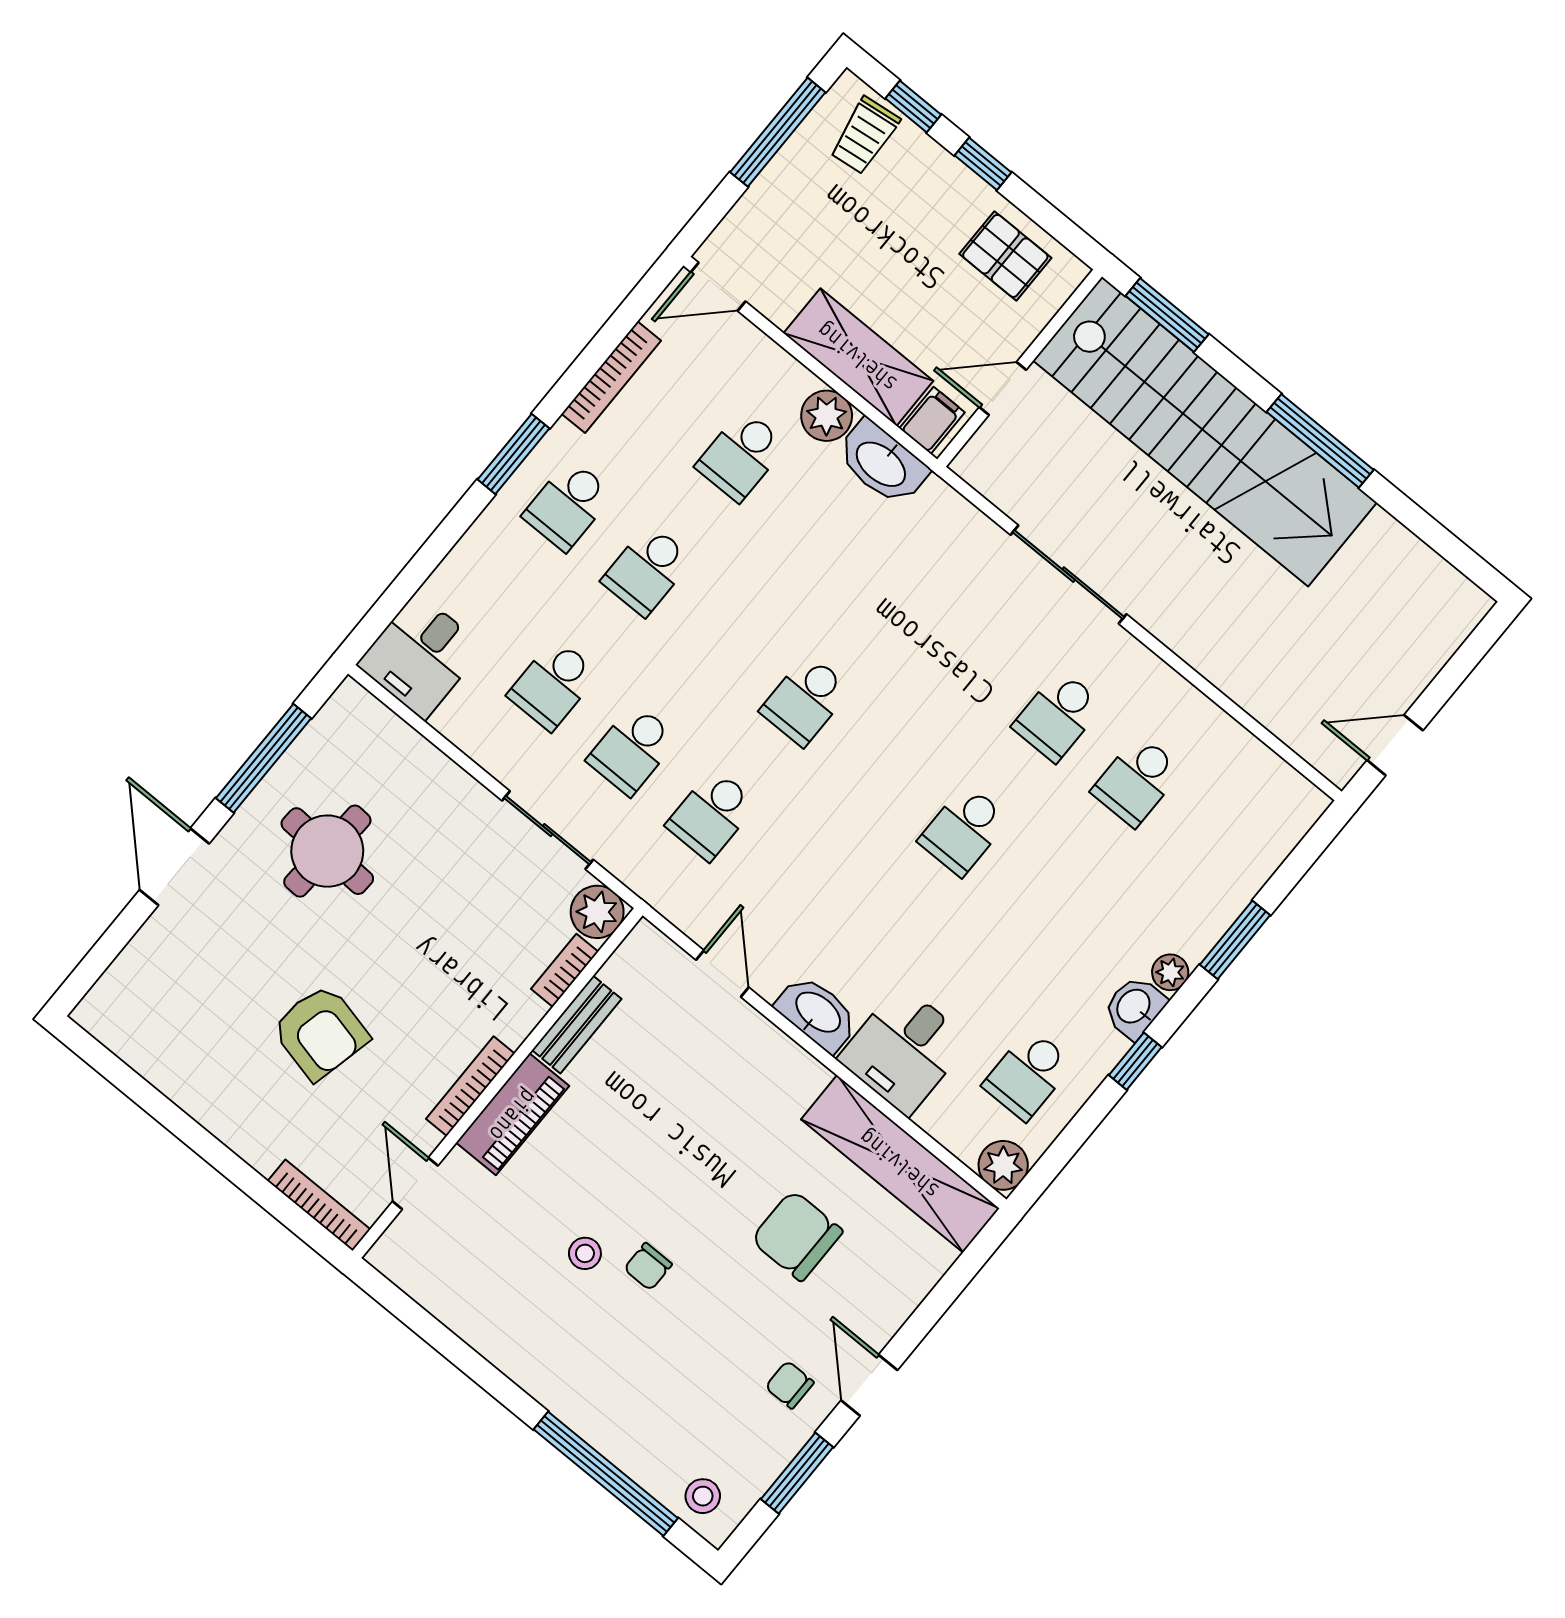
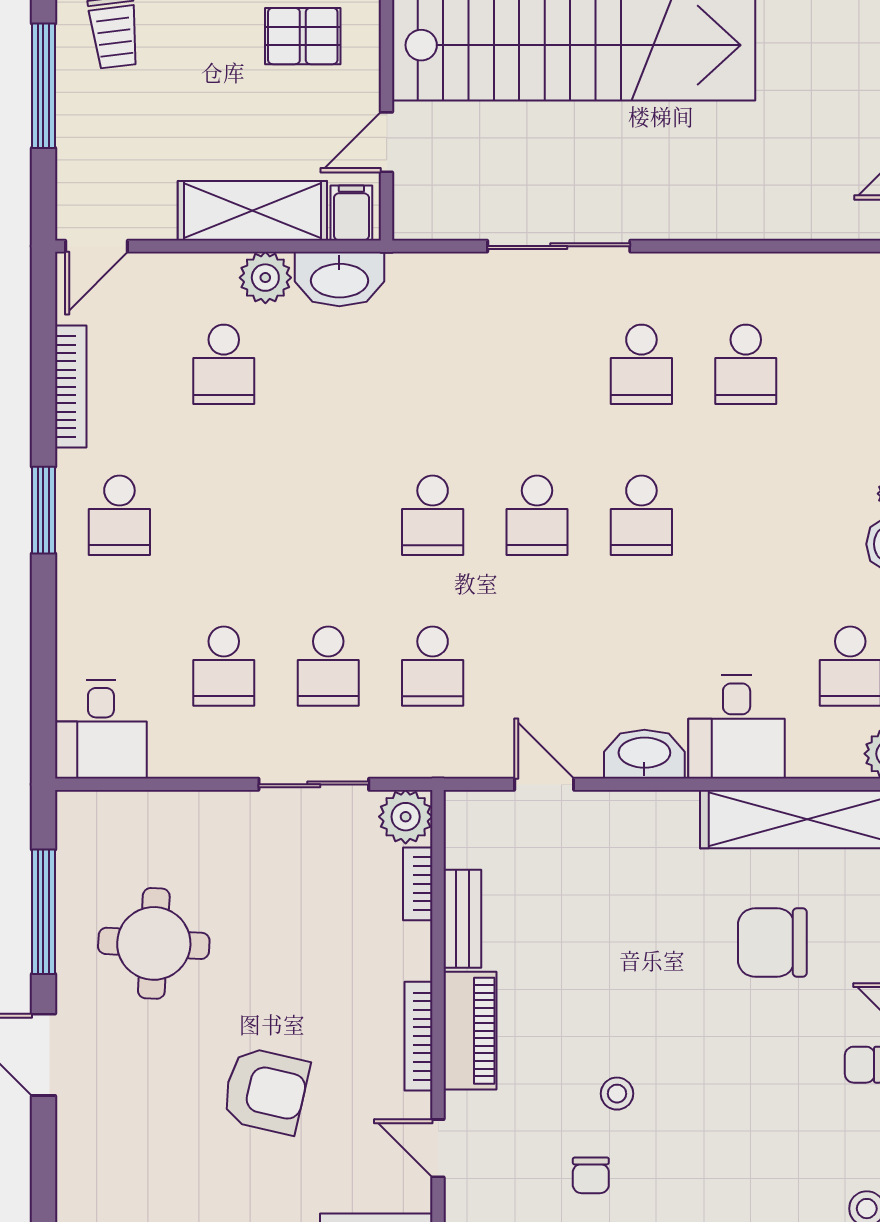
school desk: (647, 570) -> (537, 515), moved
chair: (648, 1267) -> (591, 1175), moved

